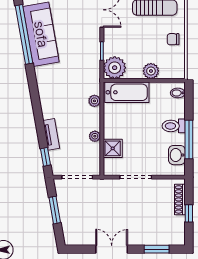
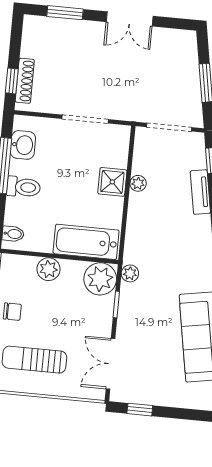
plant: (94, 101) -> (130, 273), moved
shower: (113, 148) -> (112, 182), moved
window: (189, 213) -> (12, 81), moved

